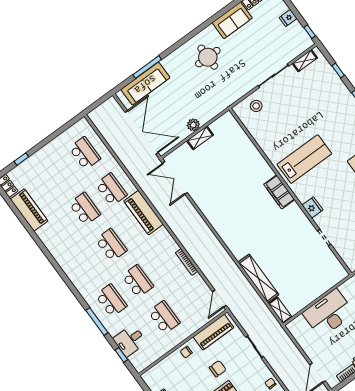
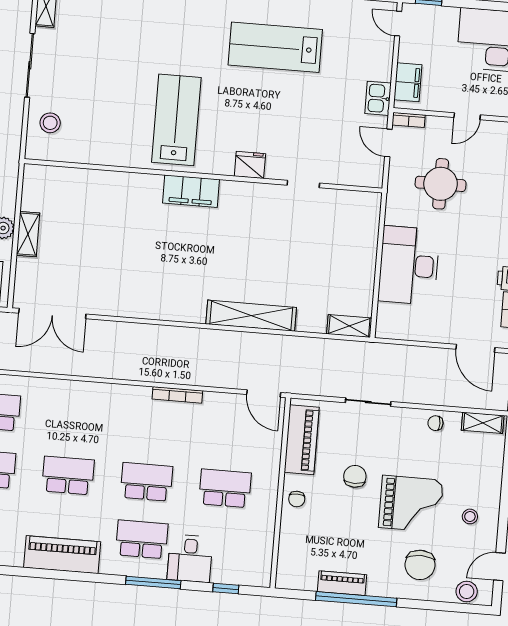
piano: (143, 213) -> (62, 555), moved, turned 180
shelving: (258, 278) -> (251, 316), moved
desk: (130, 340) -> (190, 558), moved

